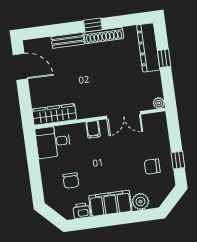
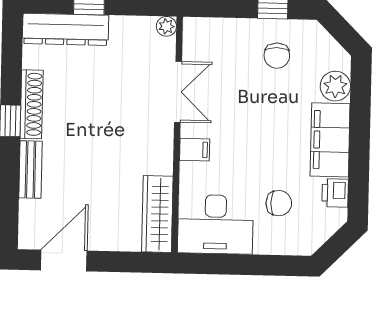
desk: (53, 142) -> (215, 224), width x1.37

